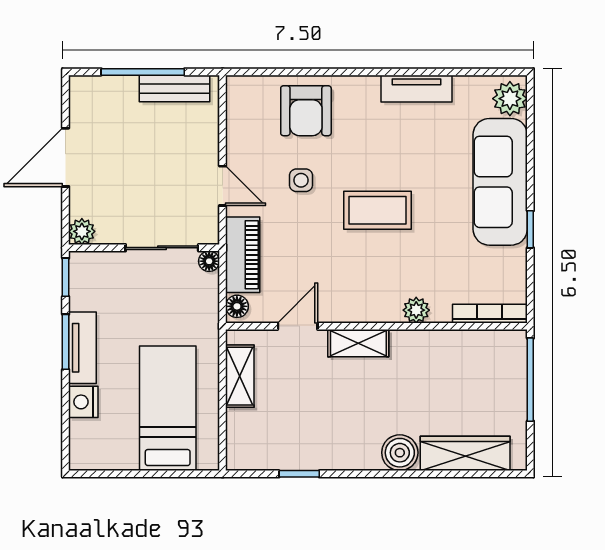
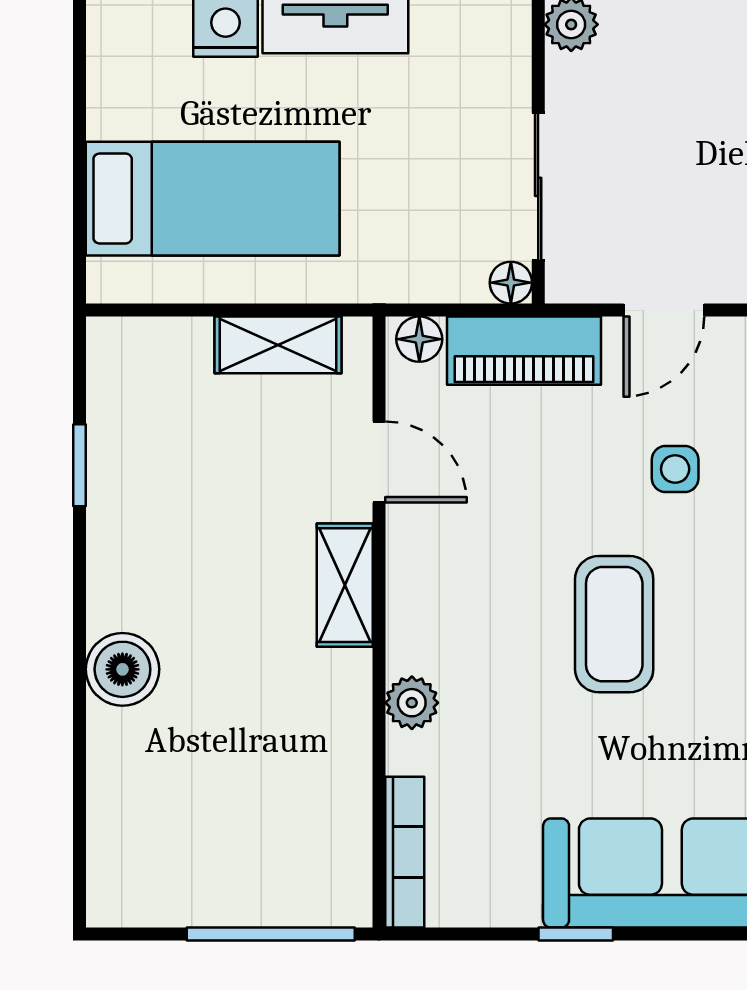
wardrobe: (465, 453) -> (121, 802), removed

